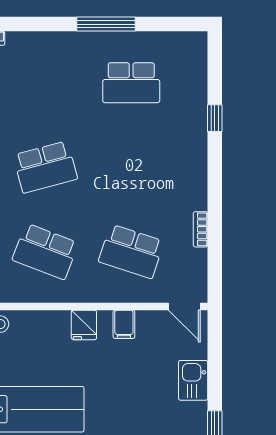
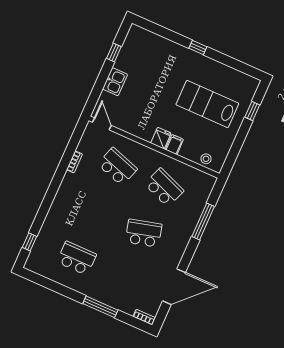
window: (106, 24) -> (100, 307), moved
window: (215, 118) -> (30, 242), moved
filing cabinet: (124, 324) -> (174, 145), moved

